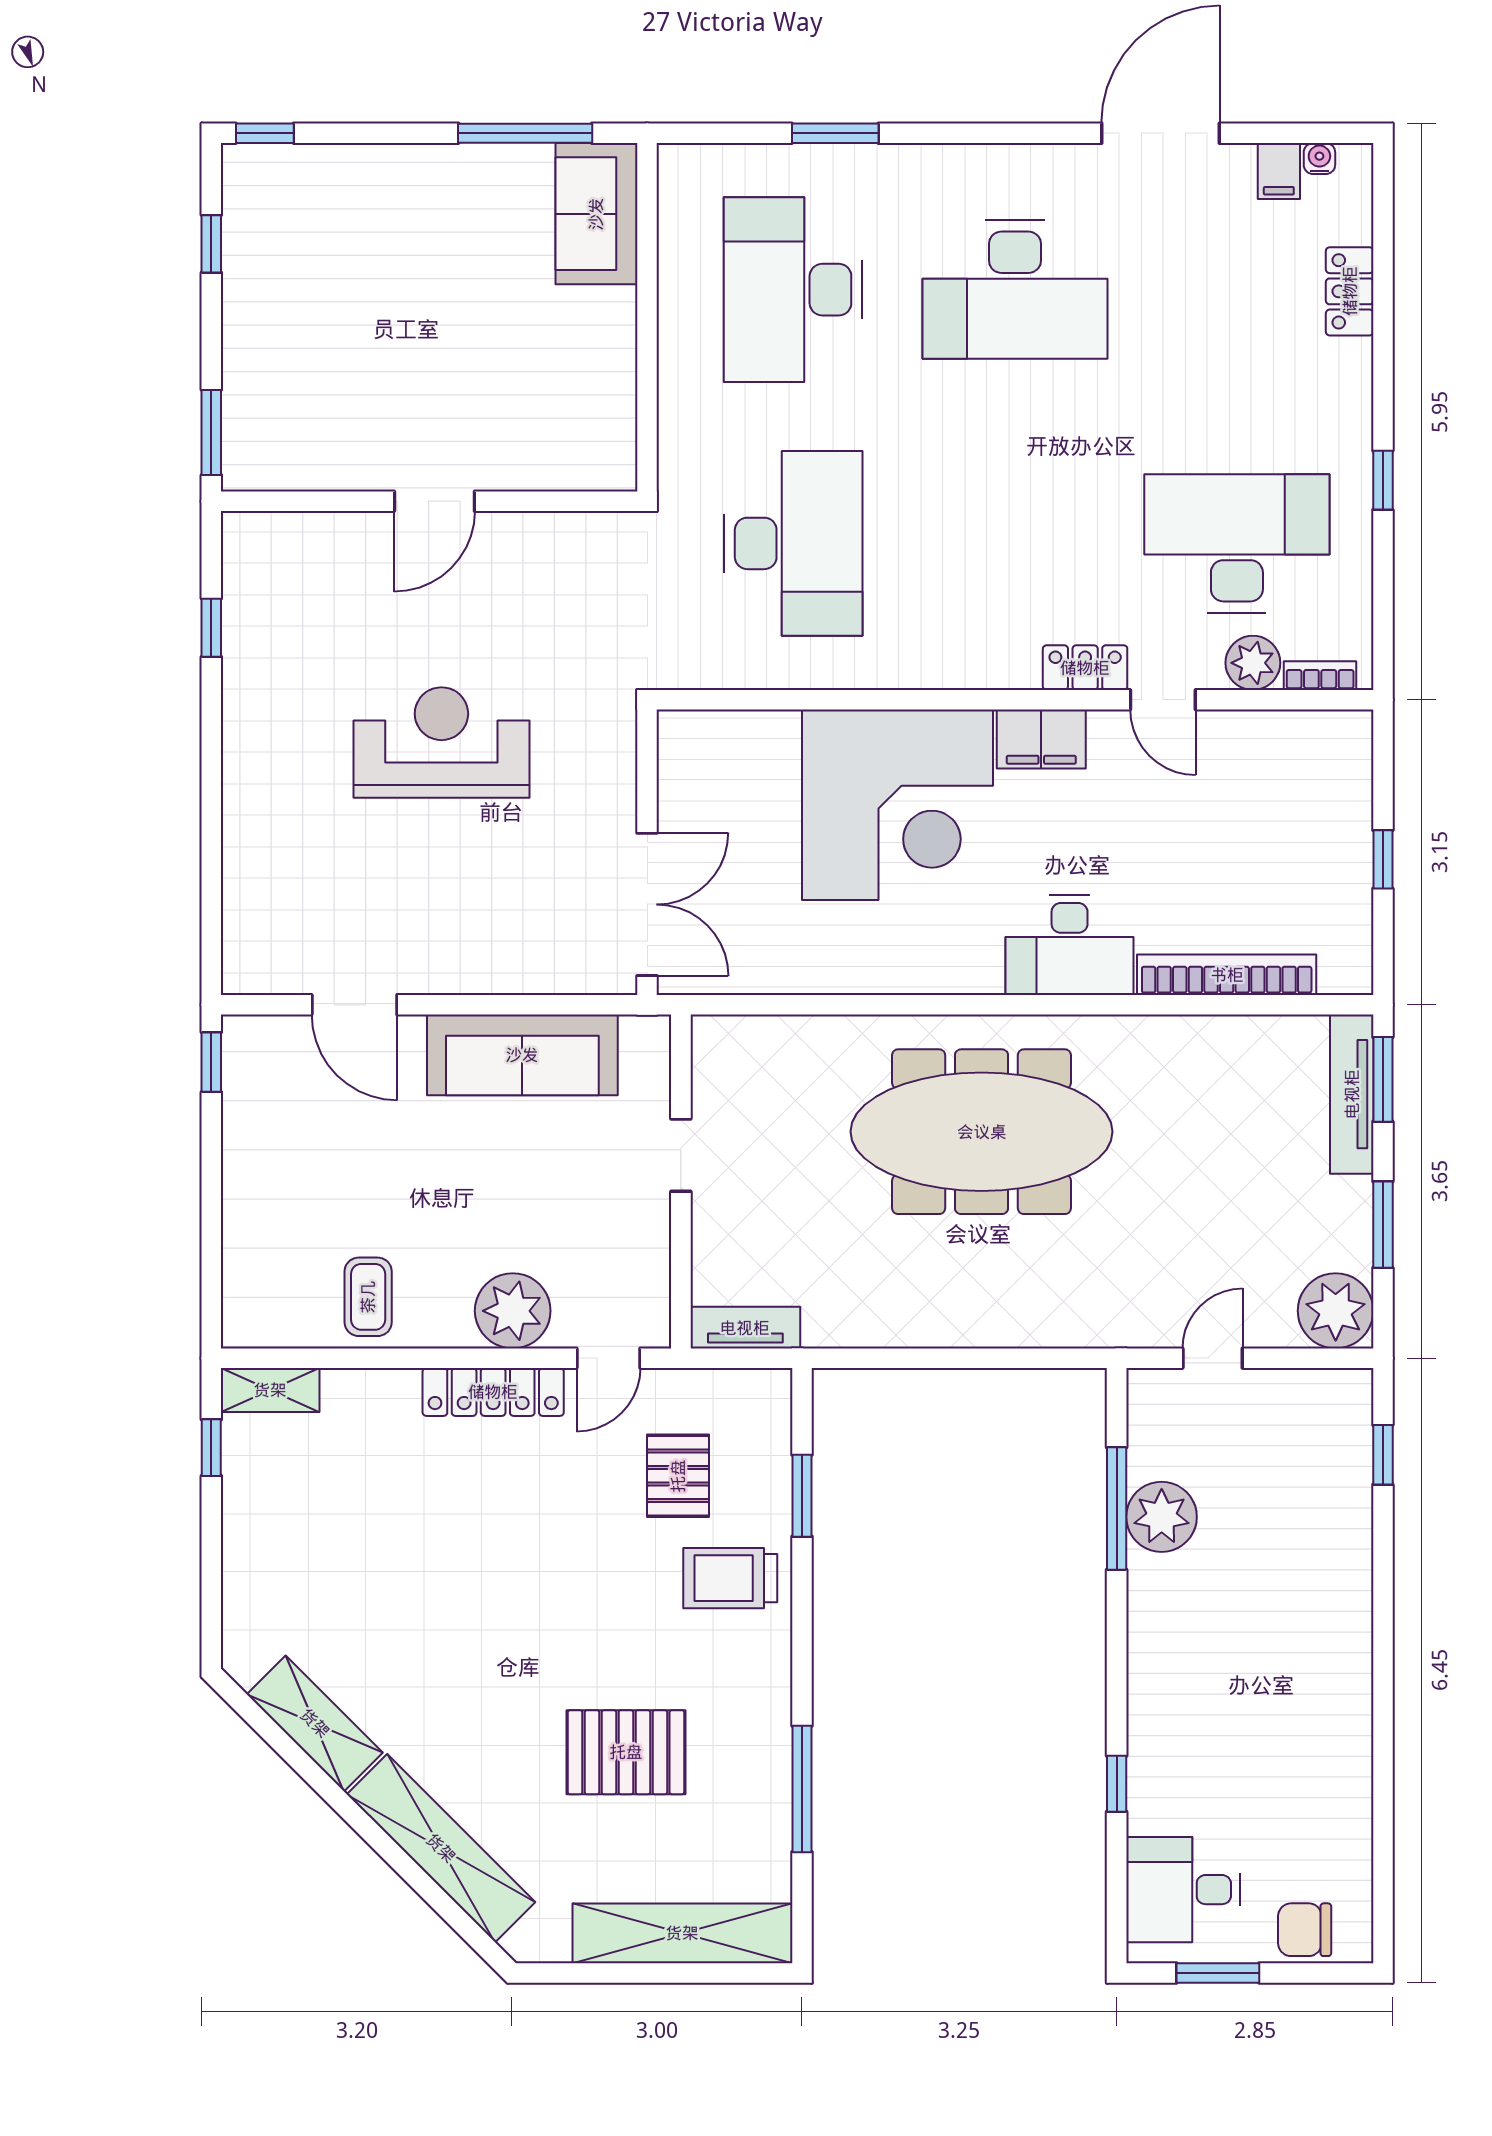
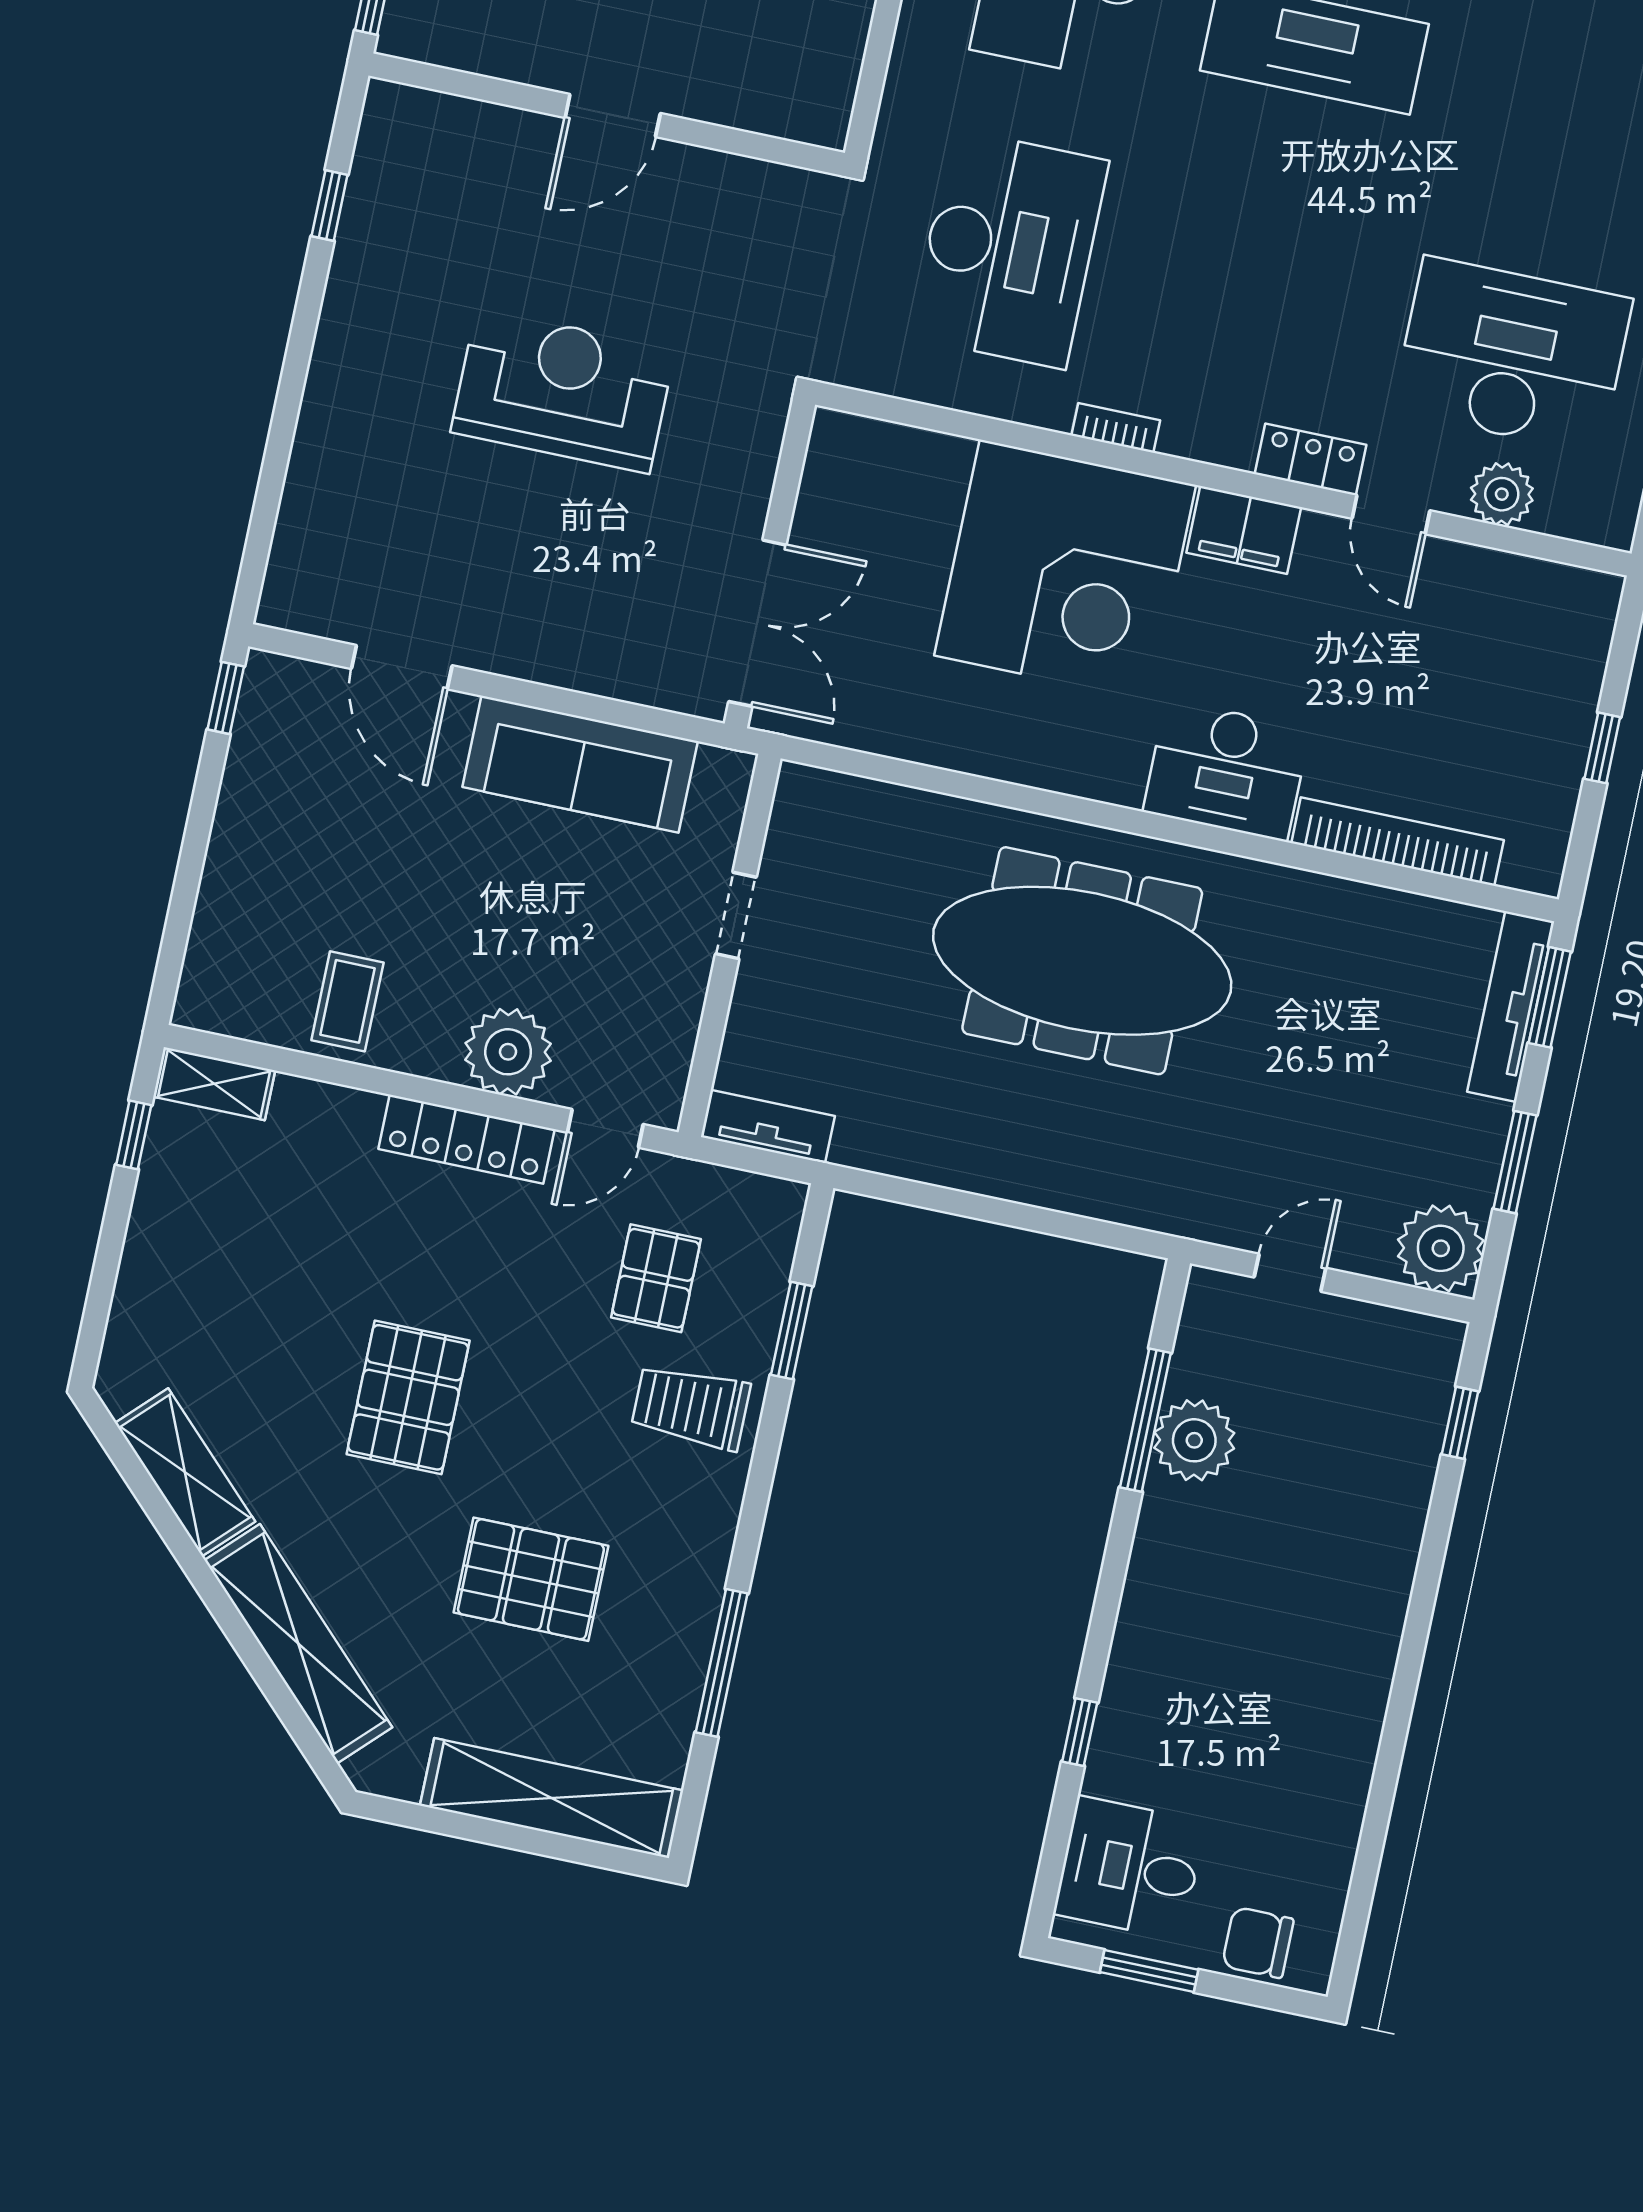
bookcase: (1320, 676) -> (1116, 428), moved
pallet: (490, 1620) -> (408, 1397), added

